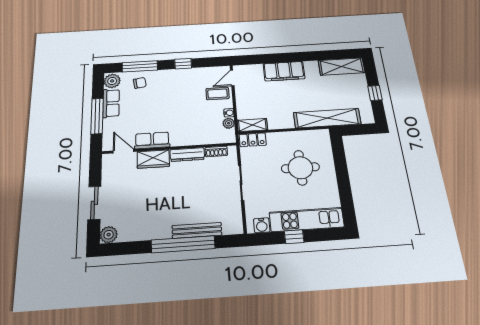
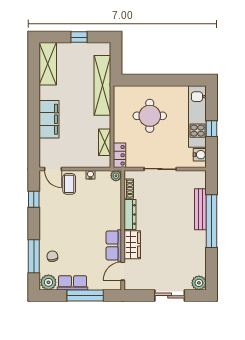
window: (183, 64) -> (34, 199), moved
plant: (229, 123) -> (116, 176), moved
shelving: (252, 125) -> (105, 142), moved

